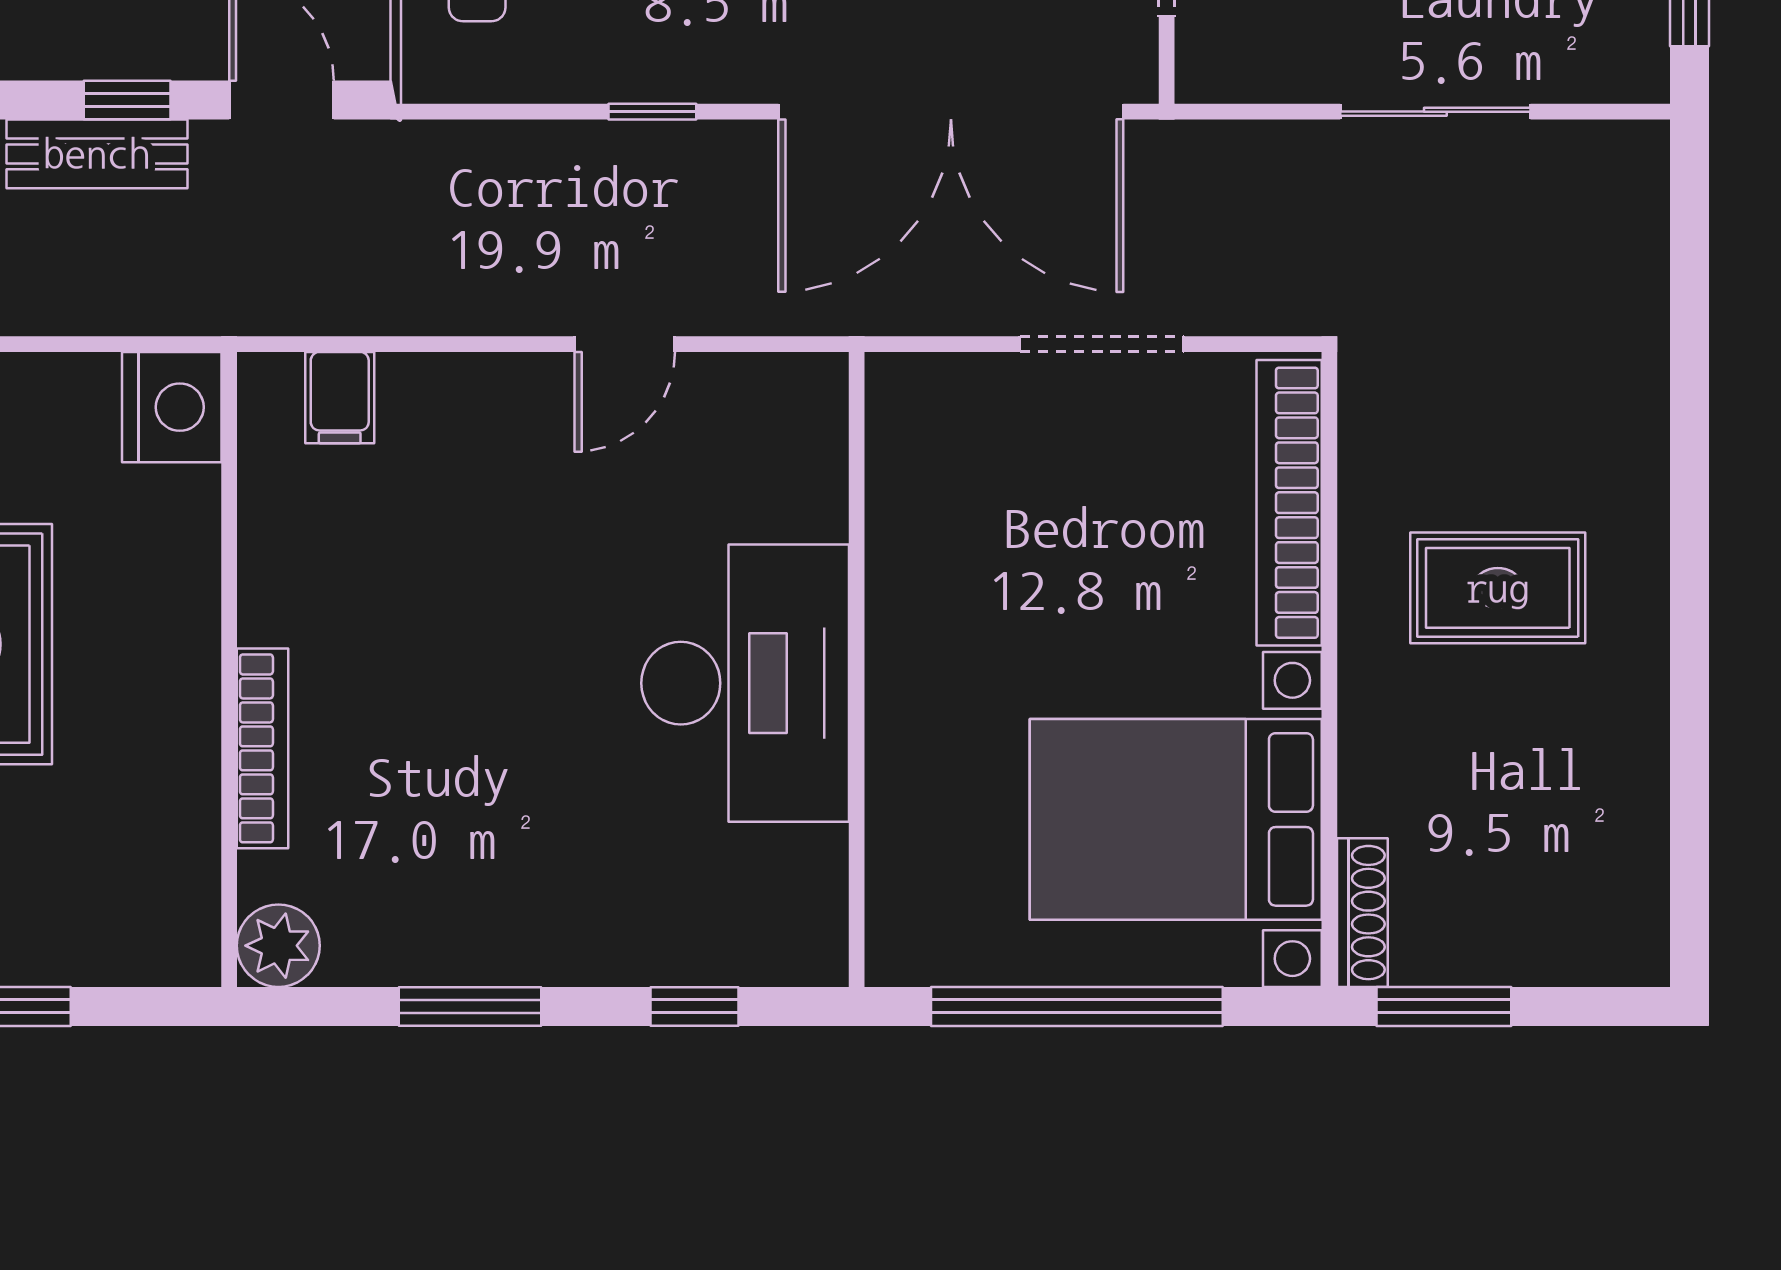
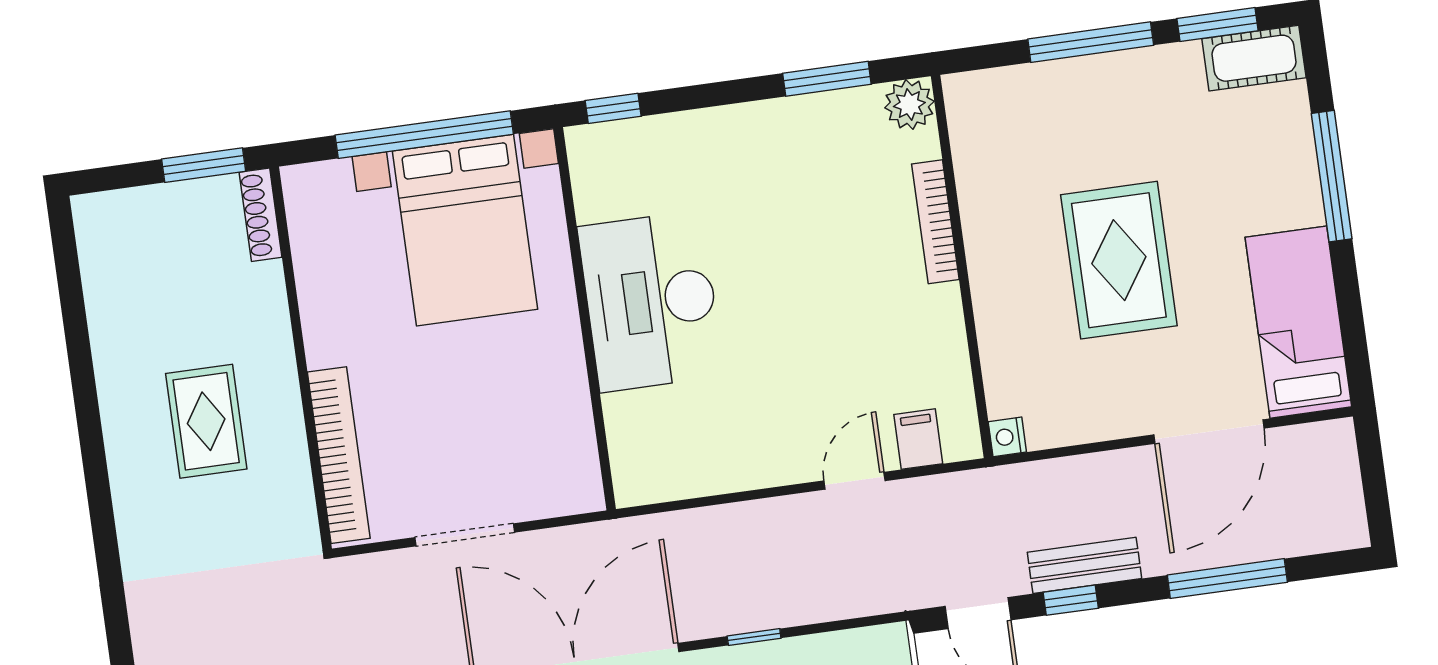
door: (625, 344) -> (855, 481), moved
nightstand: (172, 407) -> (1007, 437), width x0.53, depth x0.56
rug: (1498, 588) -> (206, 421), turned 90
bed with nightstands: (1176, 819) -> (465, 230), moved, turned 90
window: (470, 1006) -> (827, 79), moved
window: (694, 1006) -> (613, 108), moved

